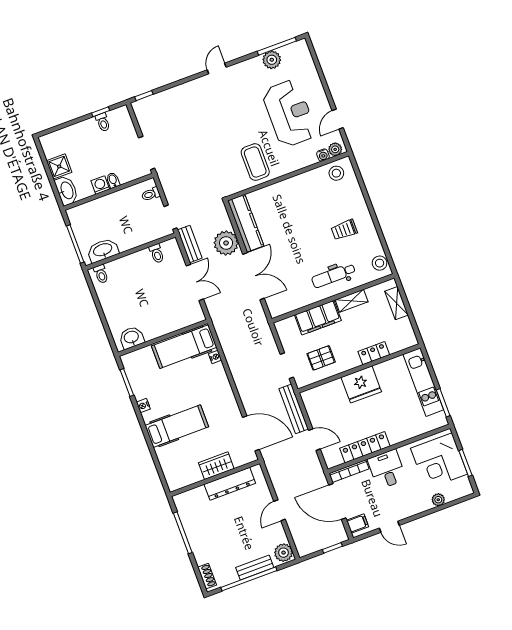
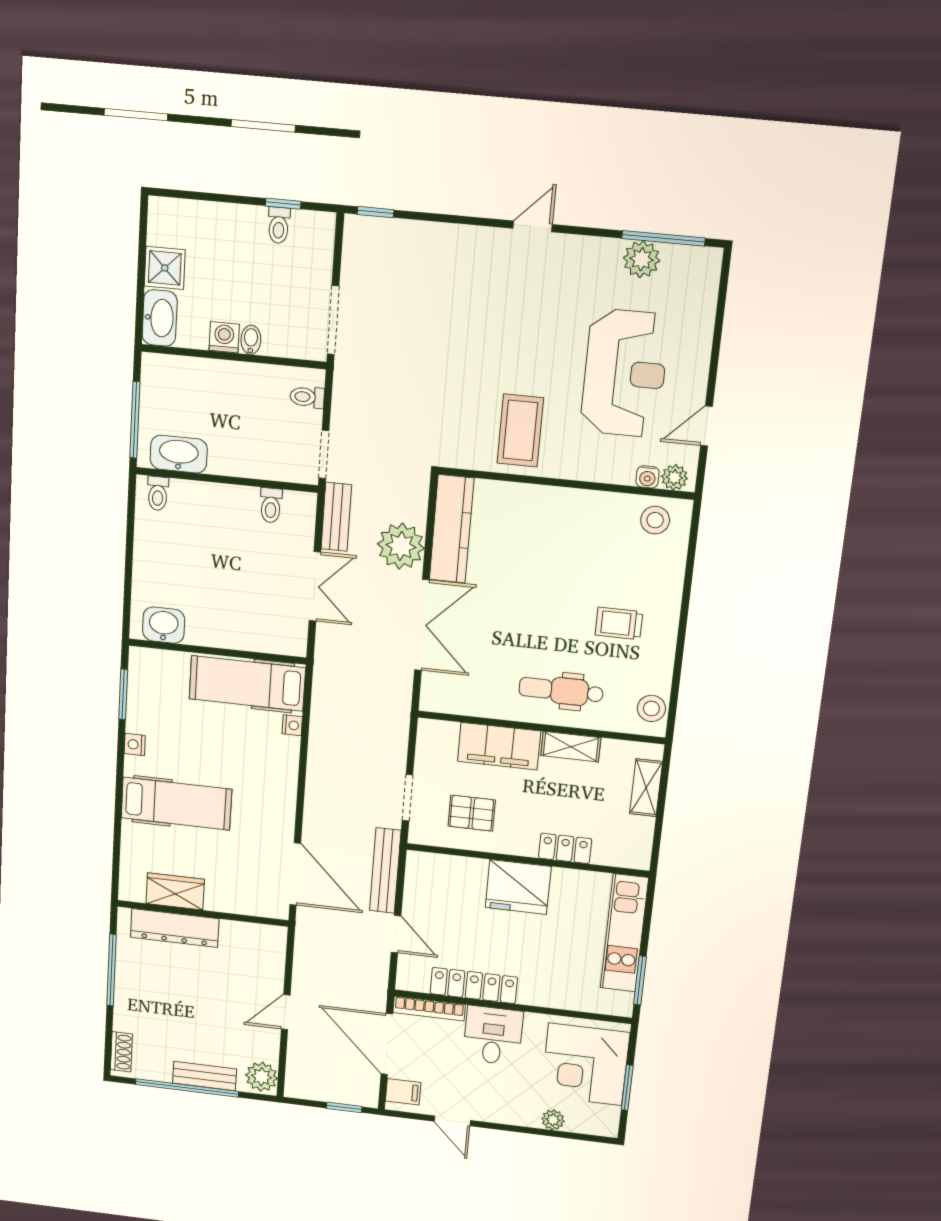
wardrobe: (216, 466) -> (175, 891), moved
dresser: (230, 484) -> (175, 928), moved

